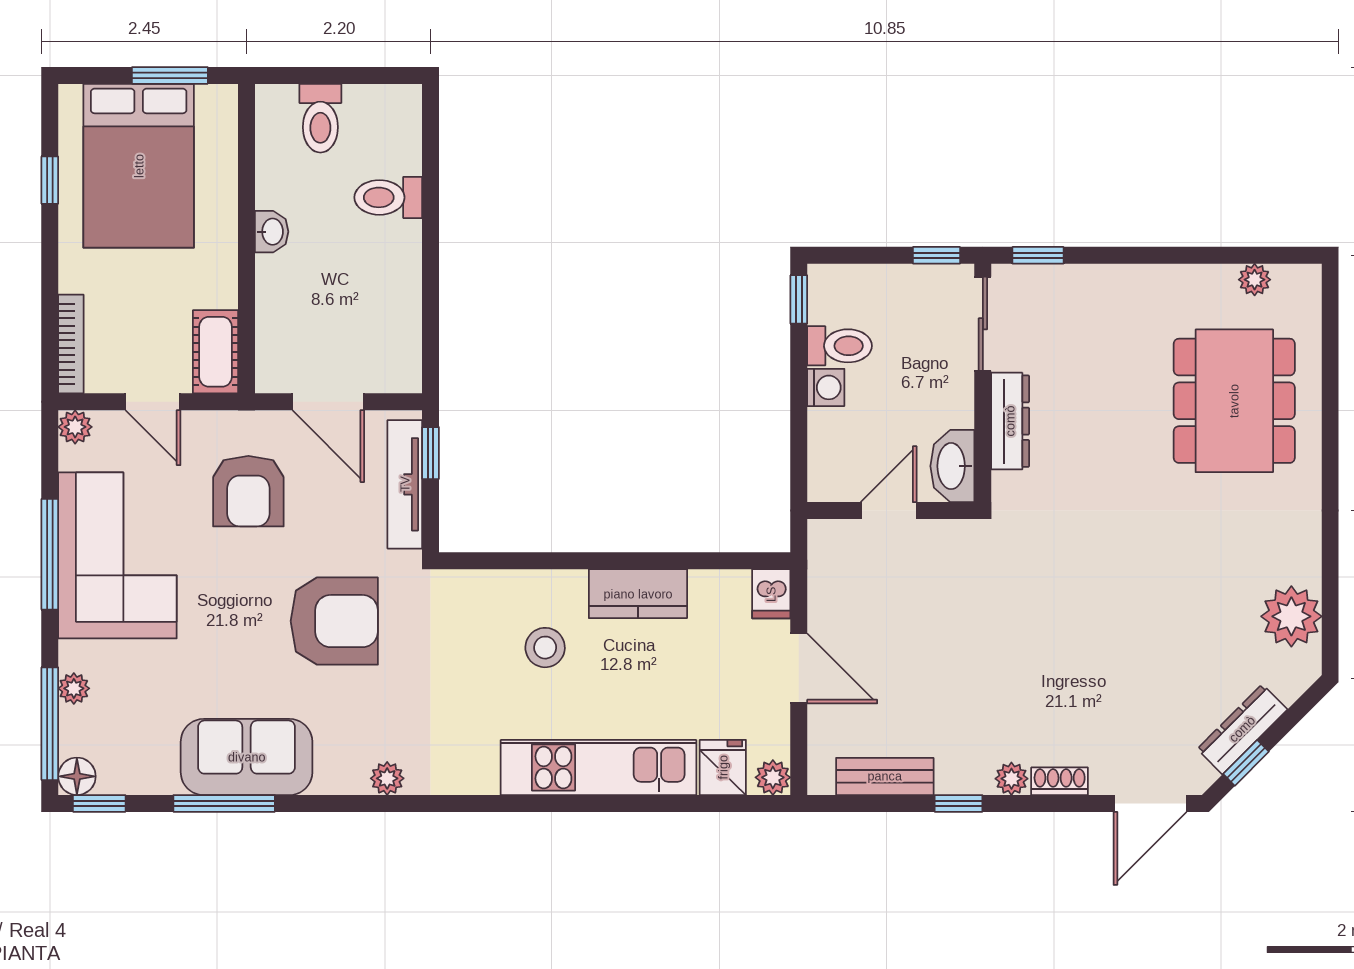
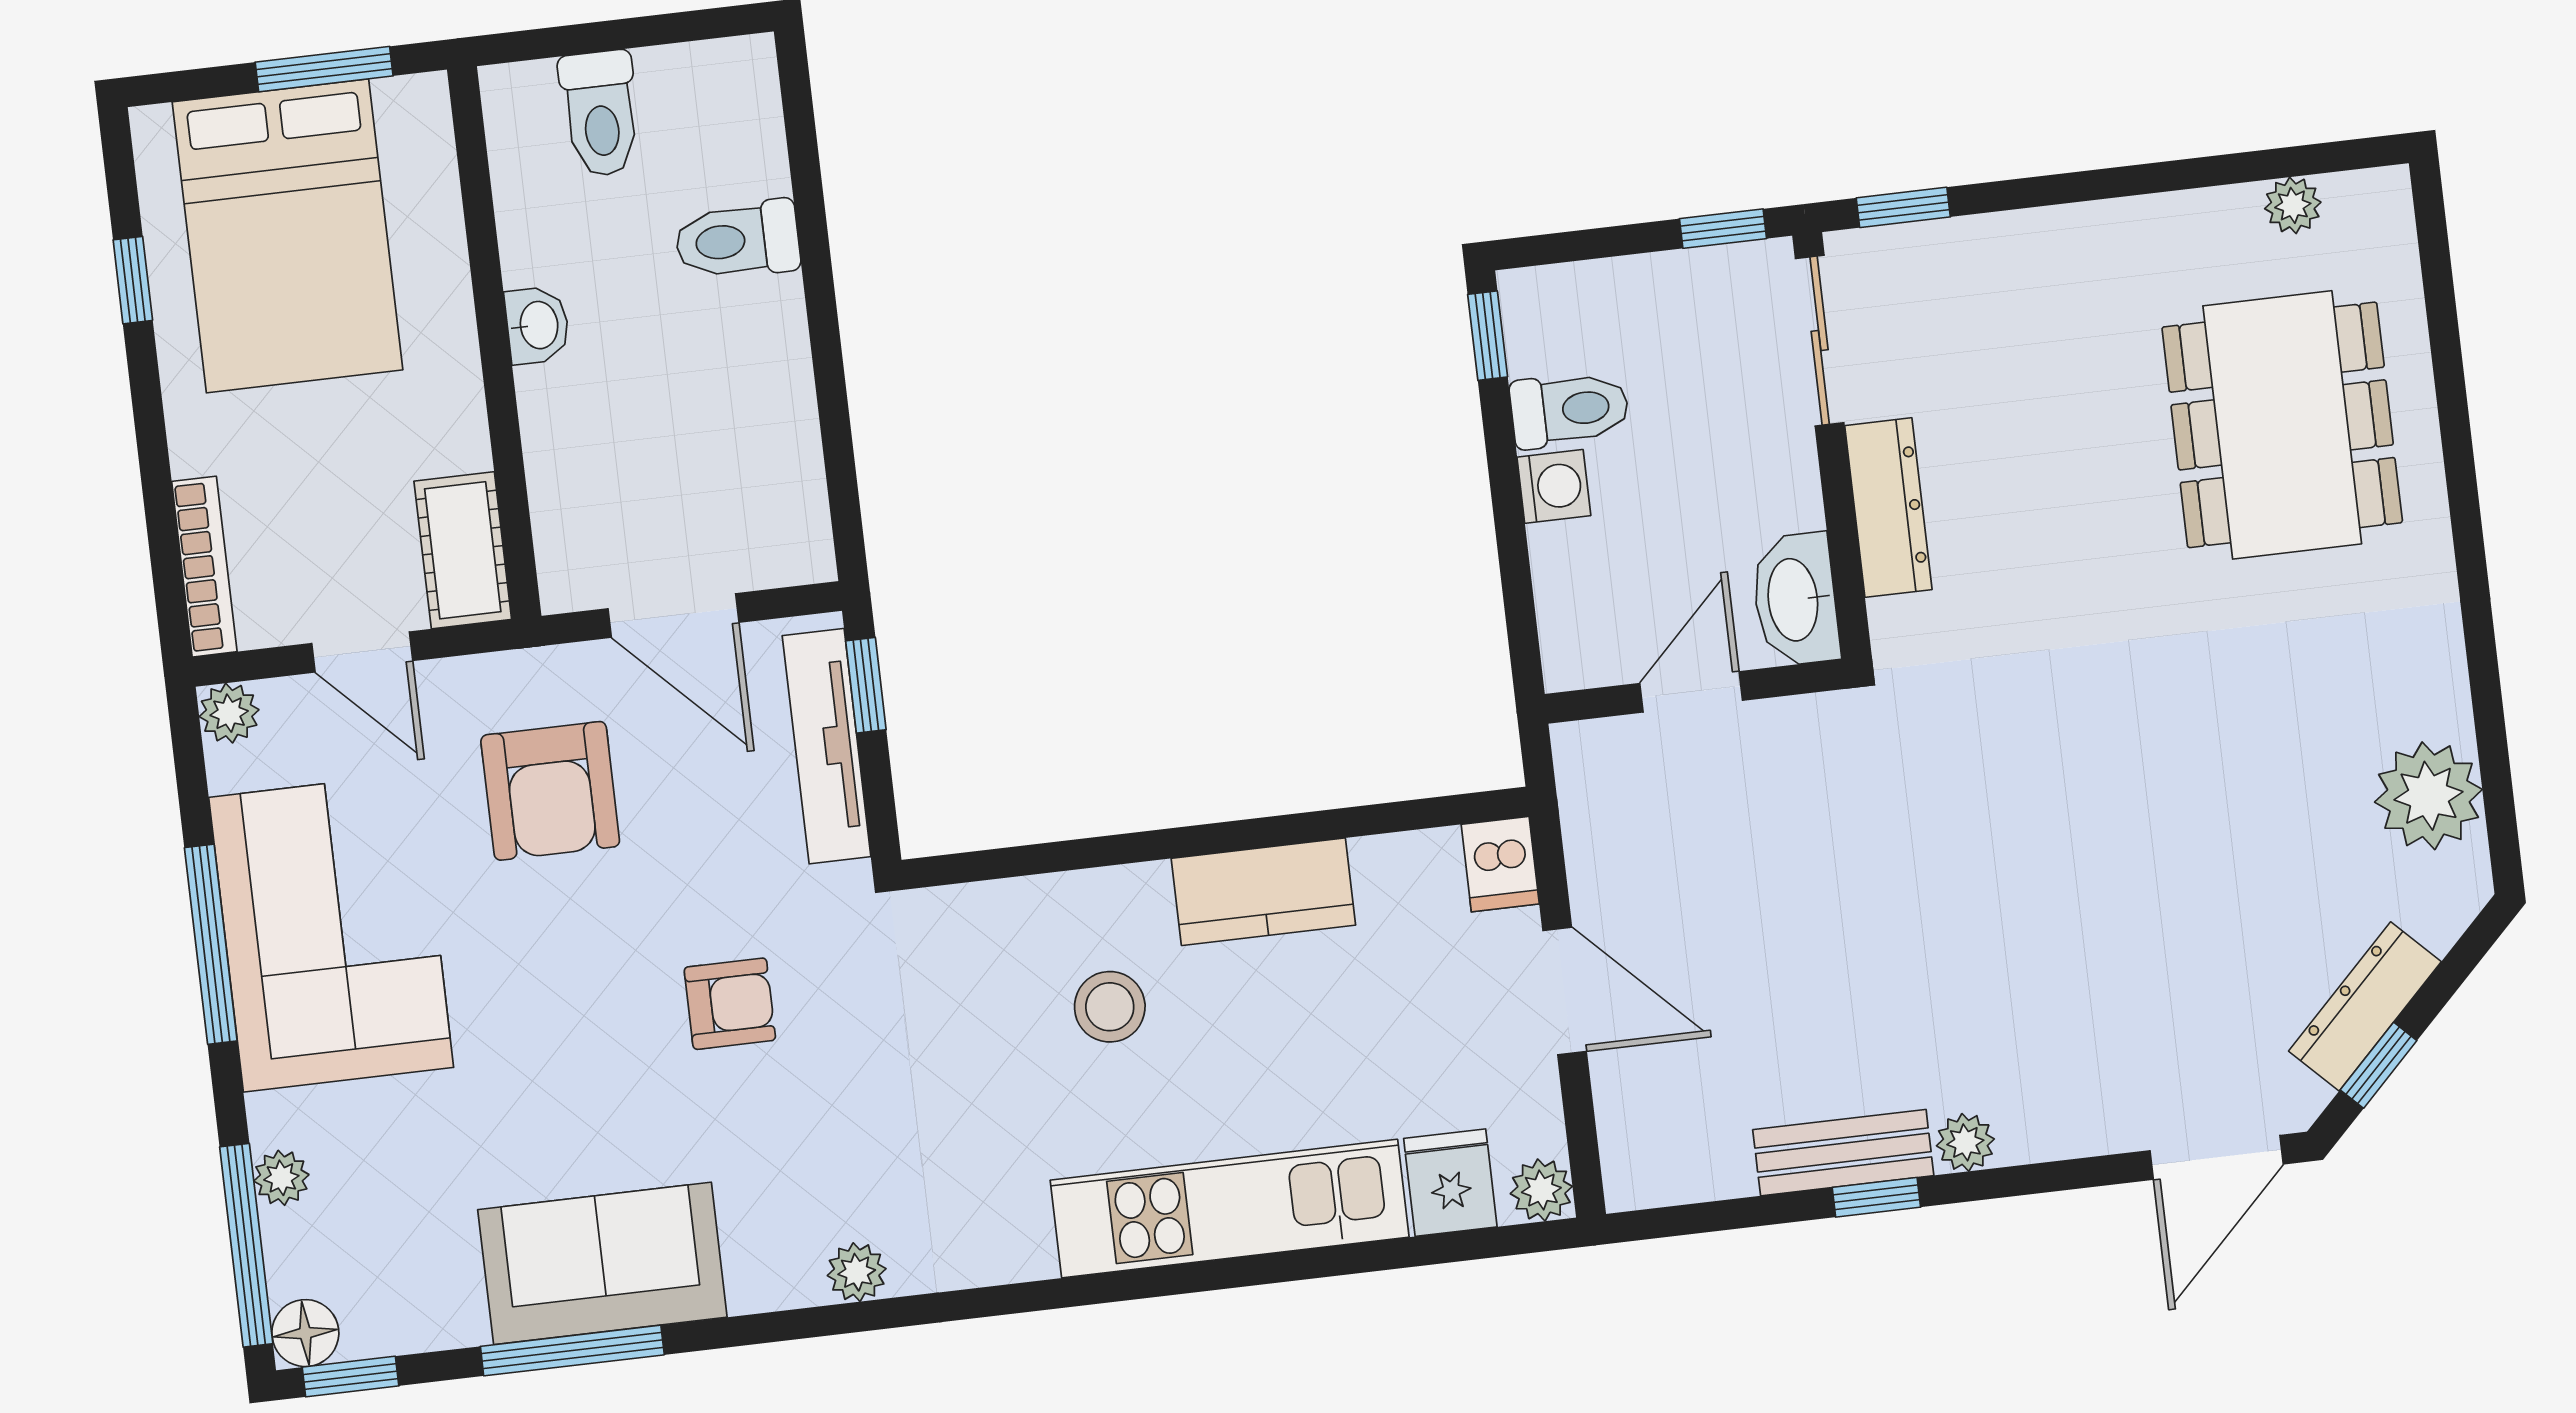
armchair: (334, 621) -> (730, 1004), width x0.53, depth x0.53
bench: (885, 776) -> (1843, 1153), moved
shoe rack: (1060, 781) -> (2051, 1137), removed

